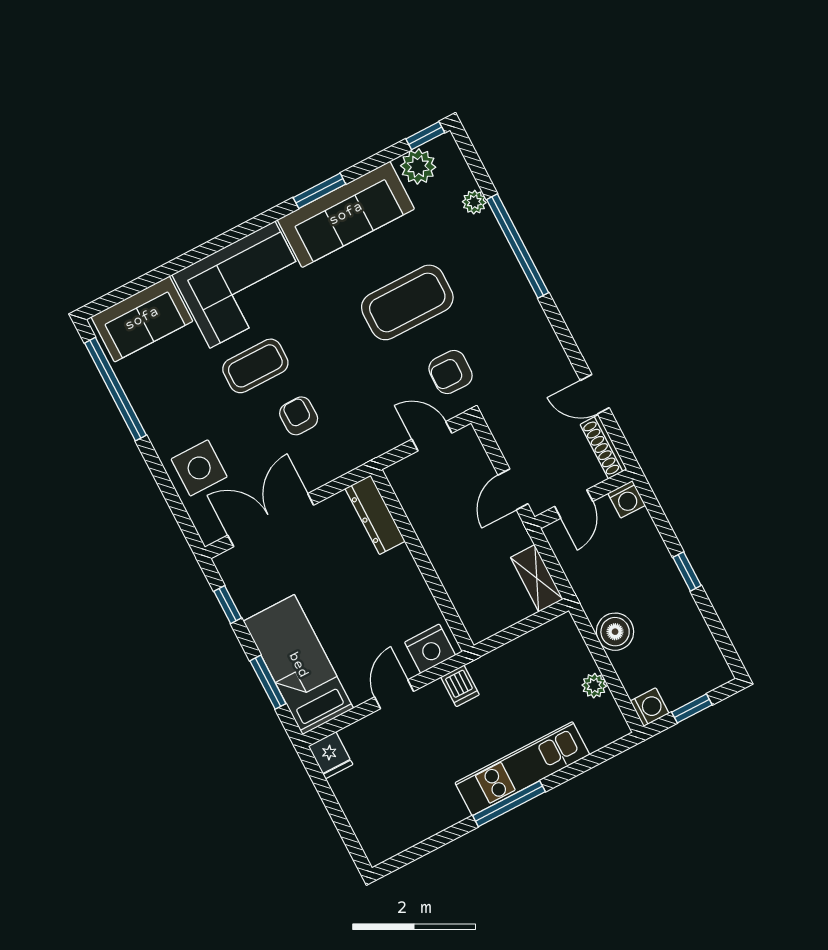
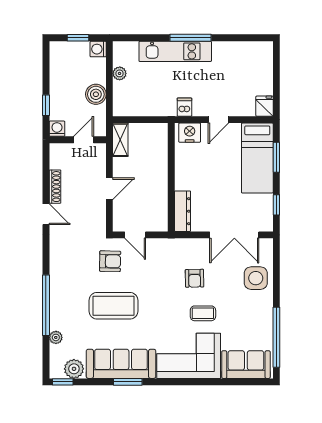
coffee table: (255, 366) -> (203, 313), width x0.73, depth x0.77
wall: (584, 499) -> (78, 140), moved
washing machine: (627, 499) -> (57, 129), moved
door: (574, 504) -> (84, 140), moved

